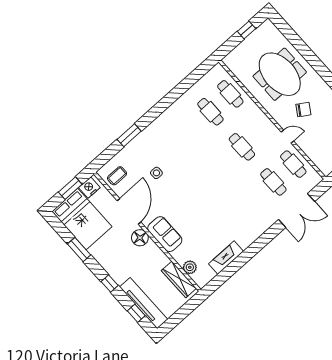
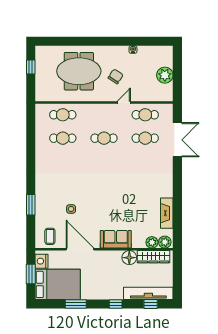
floor lamp: (140, 238) -> (129, 258), moved
plant: (200, 278) -> (165, 242), added

